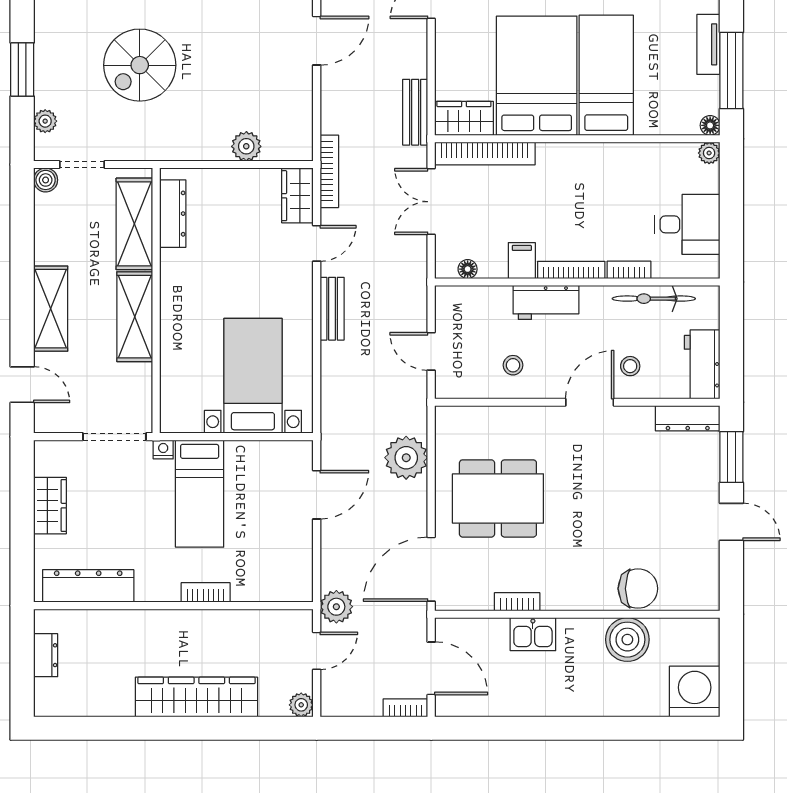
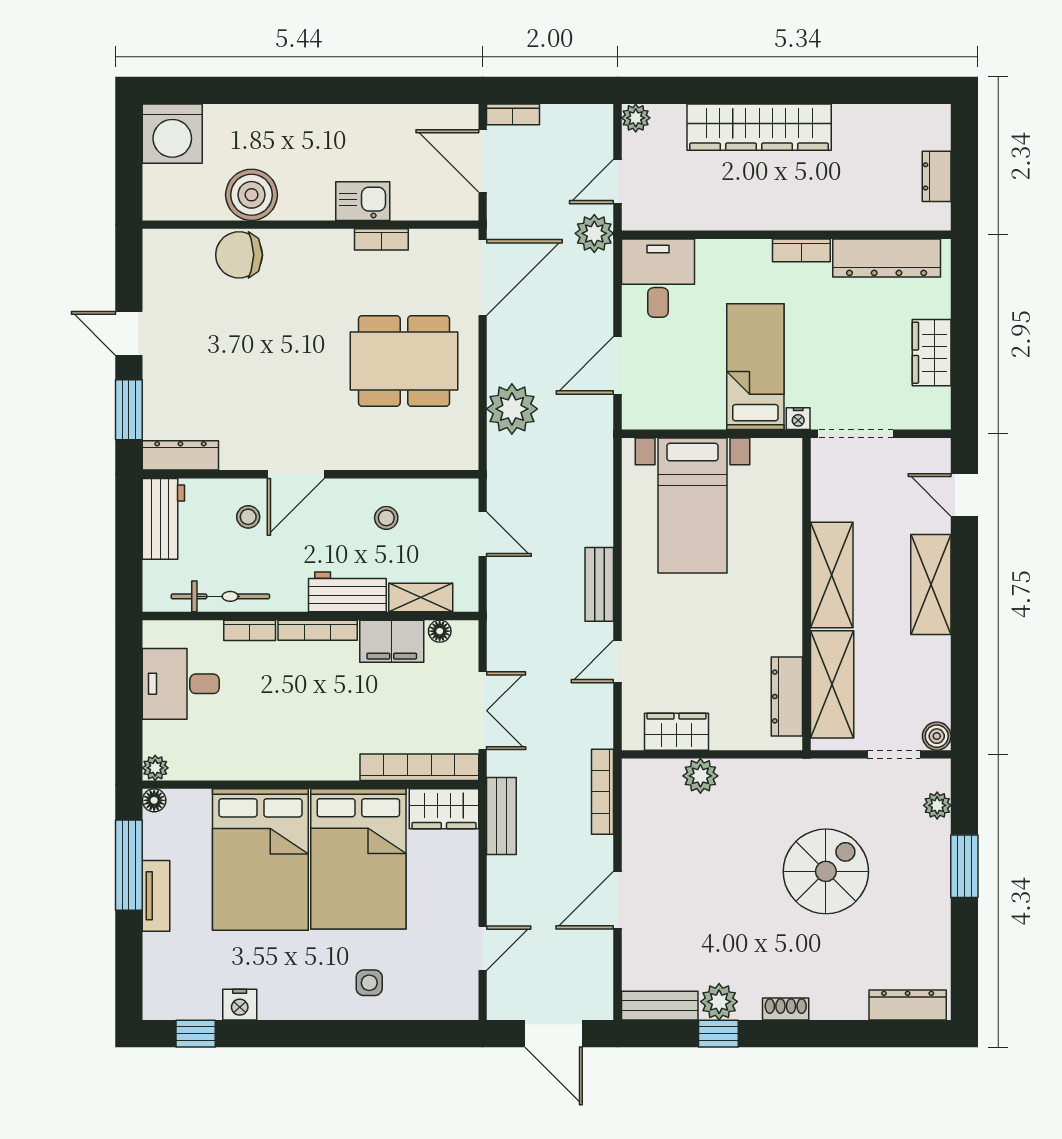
bed: (606, 75) -> (260, 860), width x1.50
bookcase: (329, 171) -> (603, 792), moved
wardrobe: (297, 196) -> (676, 732), moved, turned -90
filing cabinet: (522, 261) -> (392, 641), width x2.00
shelving: (484, 298) -> (421, 598), added
desk: (282, 569) -> (658, 278), added
bookcase: (206, 592) -> (801, 250), moved

